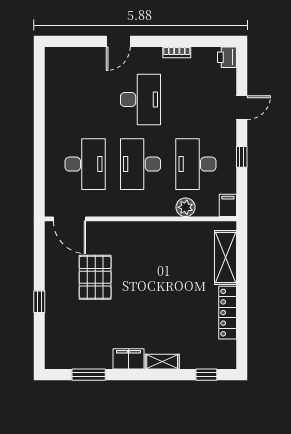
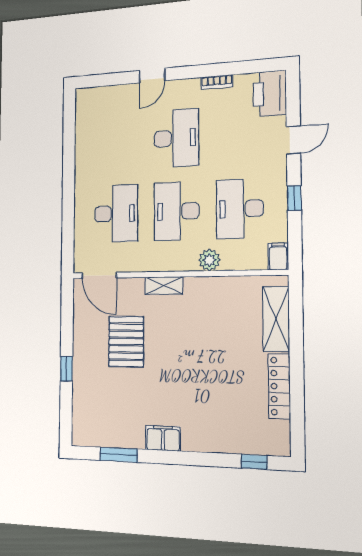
printer: (227, 57) -> (270, 93), width x1.87, depth x1.48
plant: (186, 207) -> (209, 260), moved
shelving: (162, 362) -> (164, 286), moved

